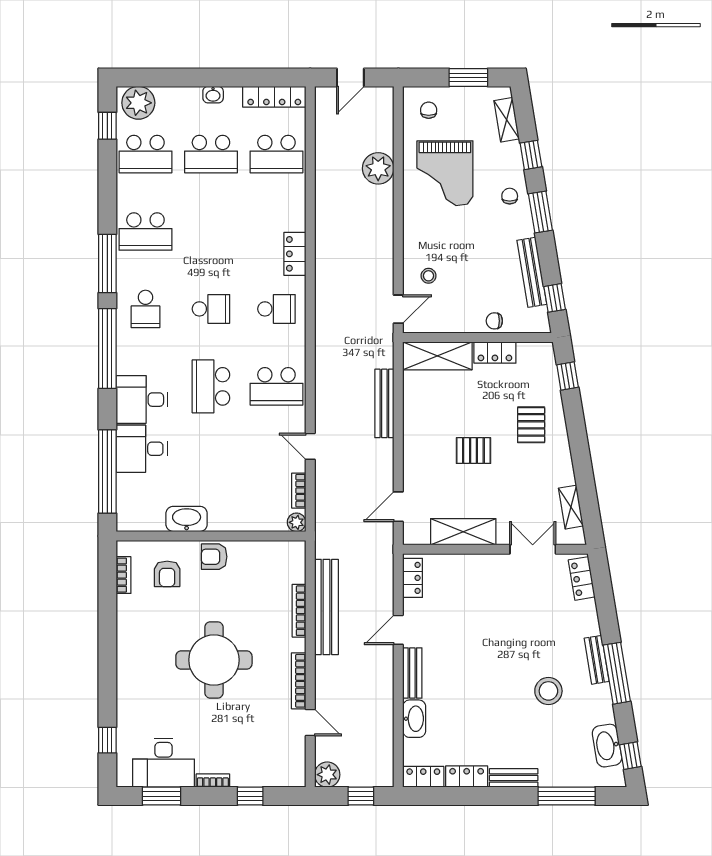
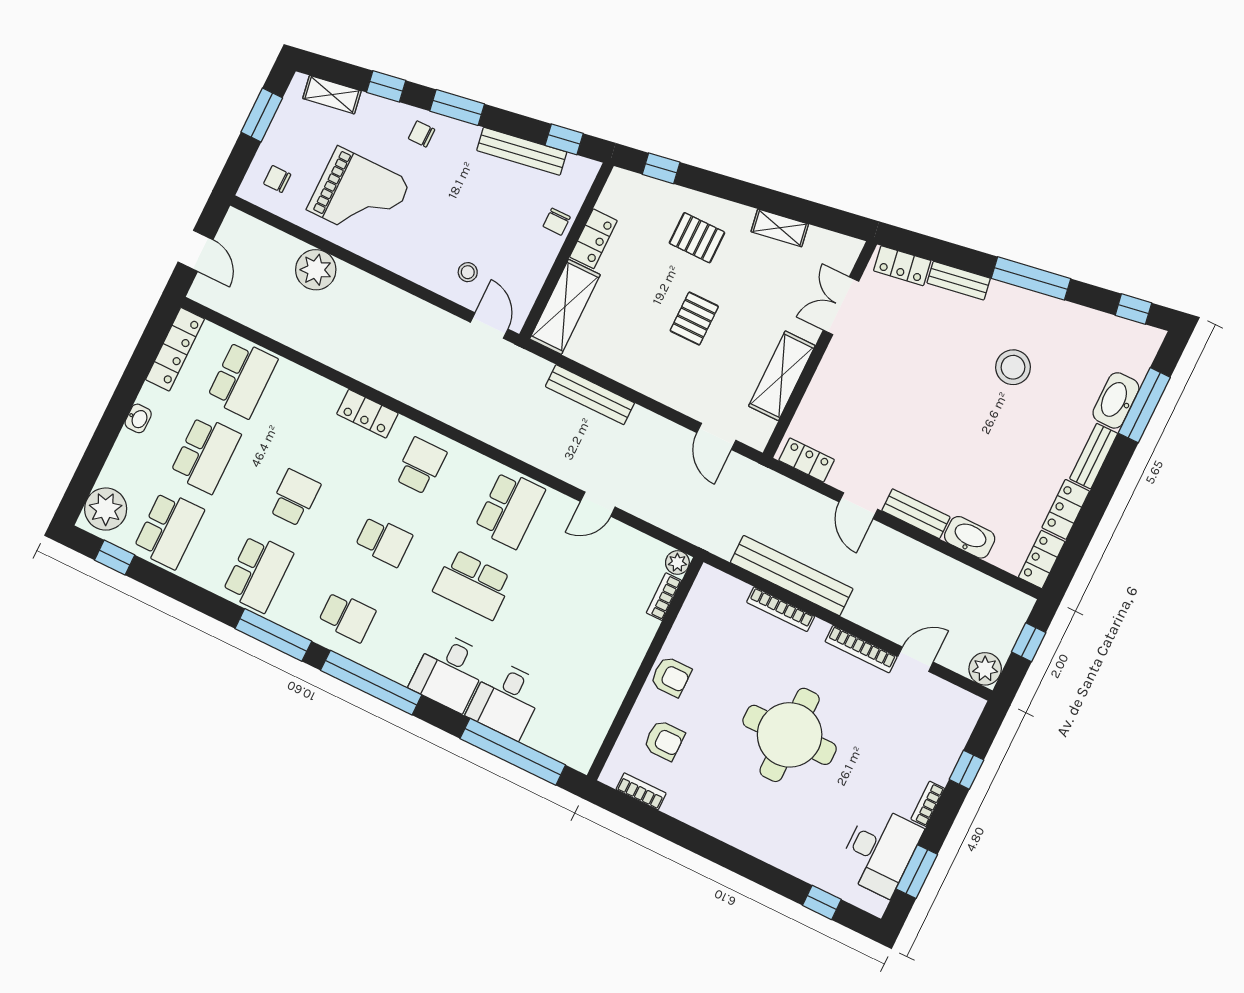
school desk: (211, 232) -> (295, 498), added
school desk: (211, 309) -> (384, 541), turned 90
bookcase: (299, 491) -> (664, 597), moved, turned 90
shelving: (571, 507) -> (780, 228), moved
washbasin: (187, 519) -> (612, 687), removed
armchair: (214, 557) -> (671, 677), turned -90
bench: (597, 660) -> (959, 281), moved
washbasin: (607, 746) -> (1116, 400), moved, turned 99

